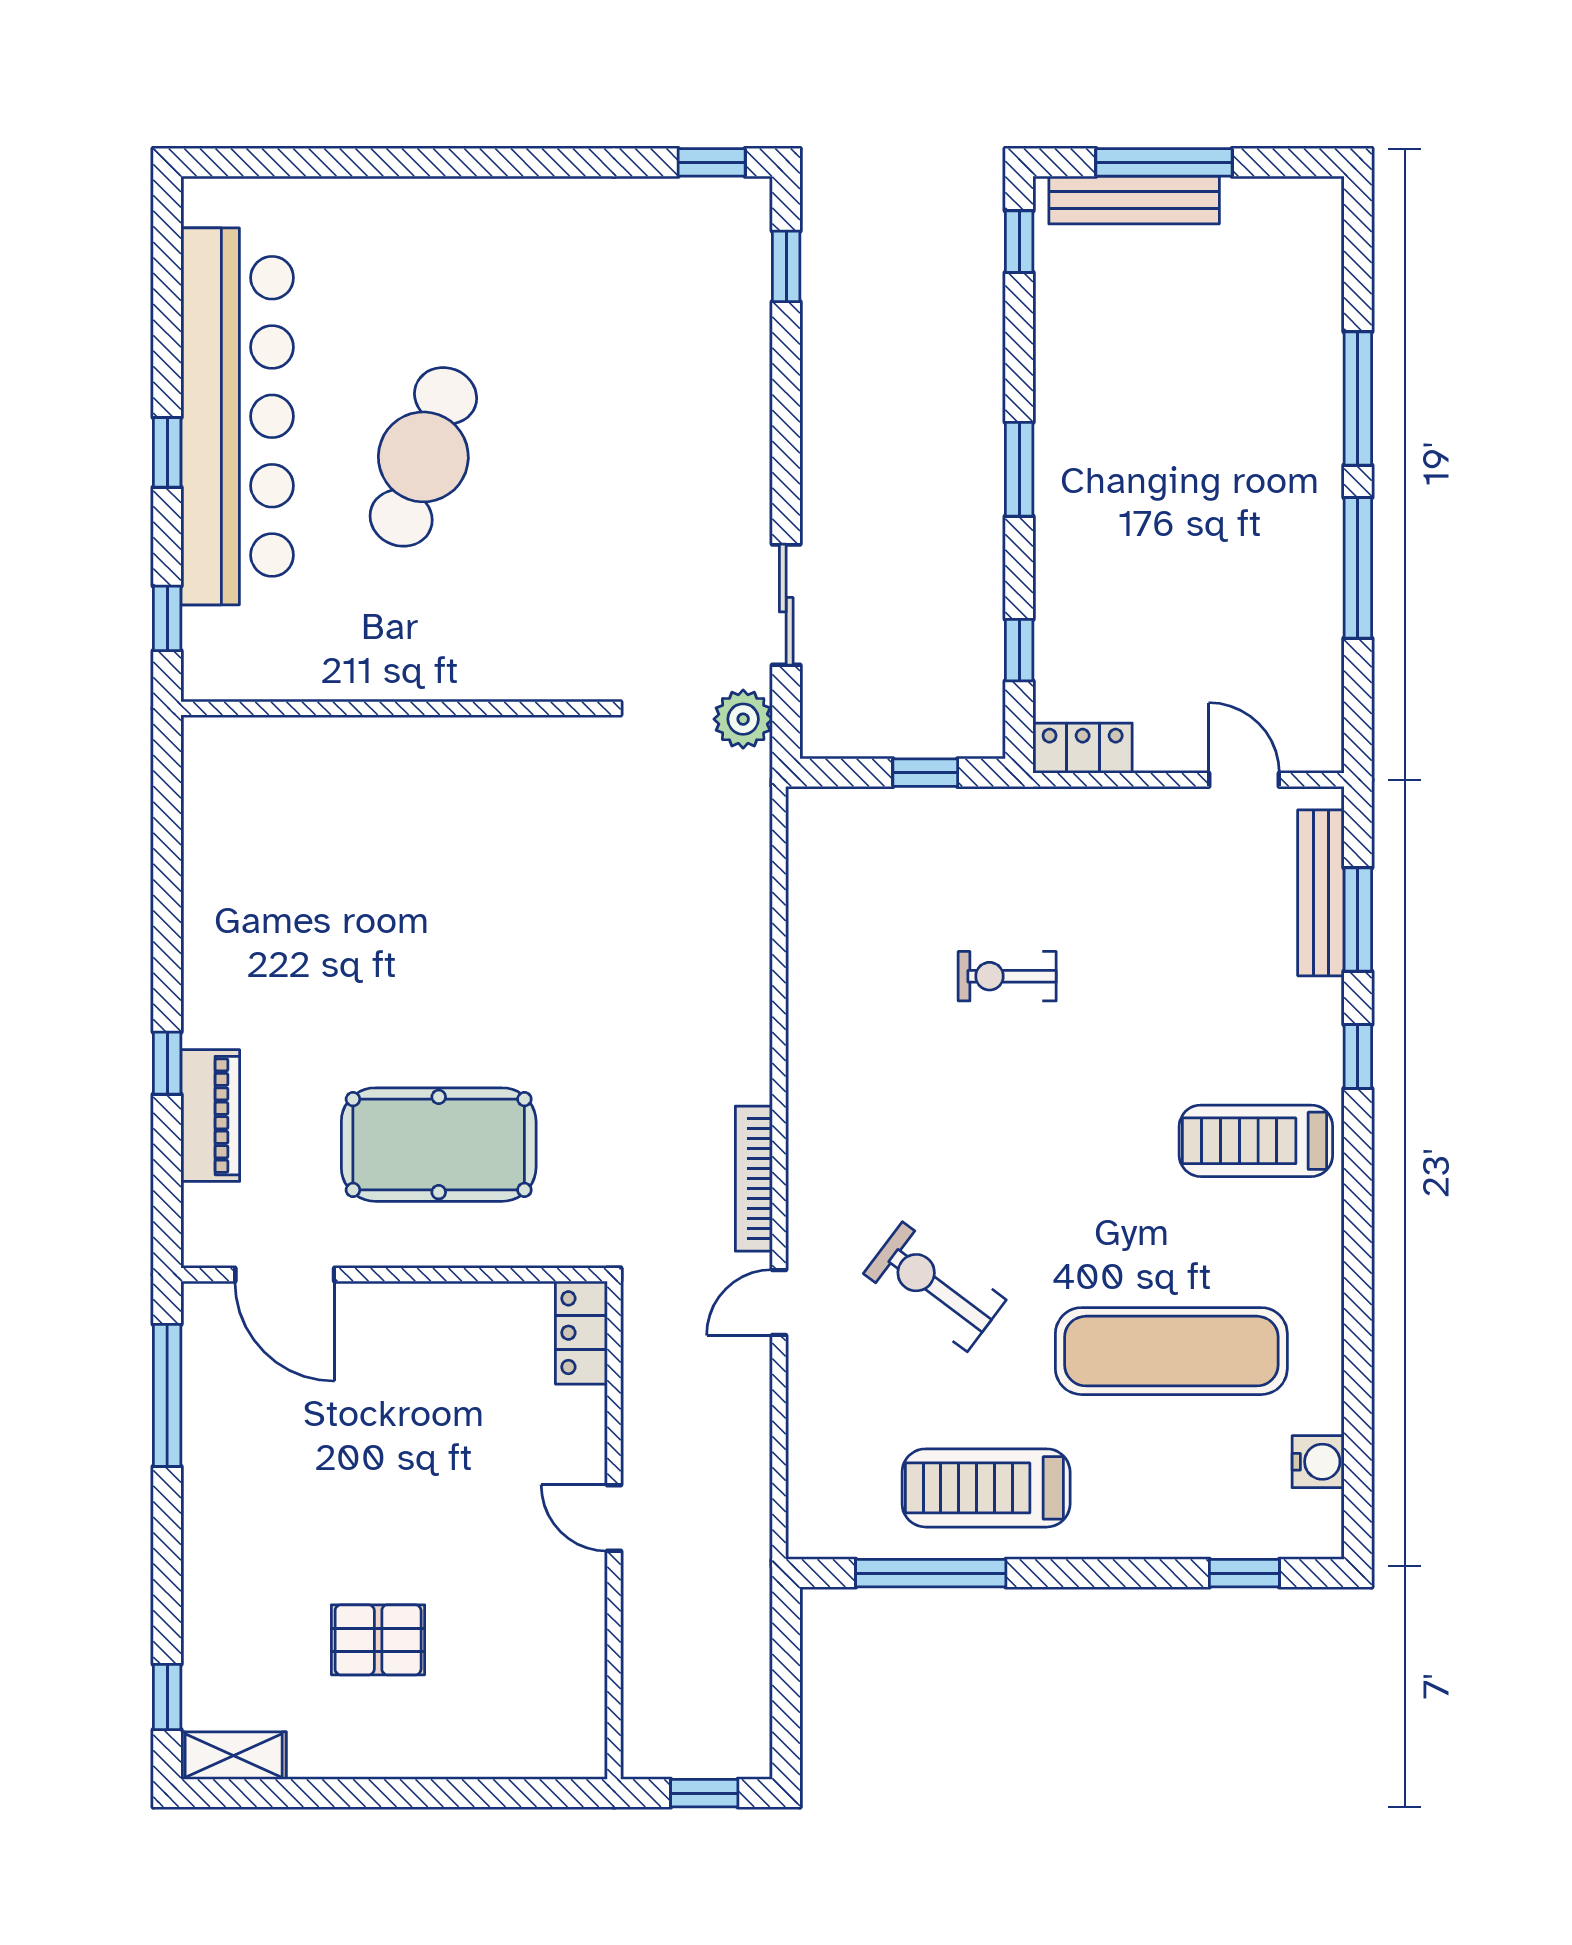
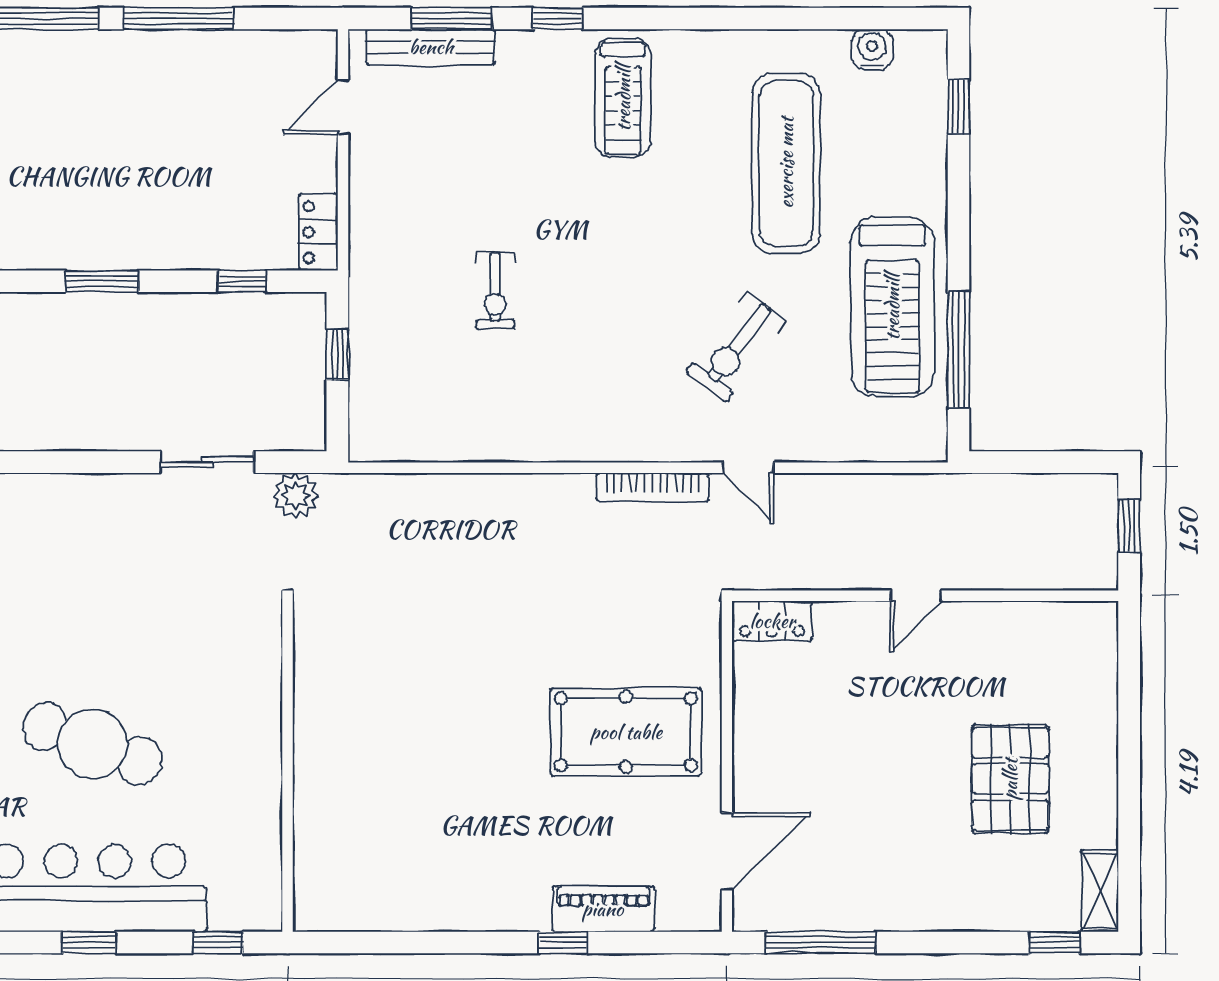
pool table: (439, 1145) -> (626, 732), turned 90
treadmill: (986, 1488) -> (892, 307), width x1.37, depth x1.38
pallet: (378, 1640) -> (1010, 779), width x1.50, depth x1.42

